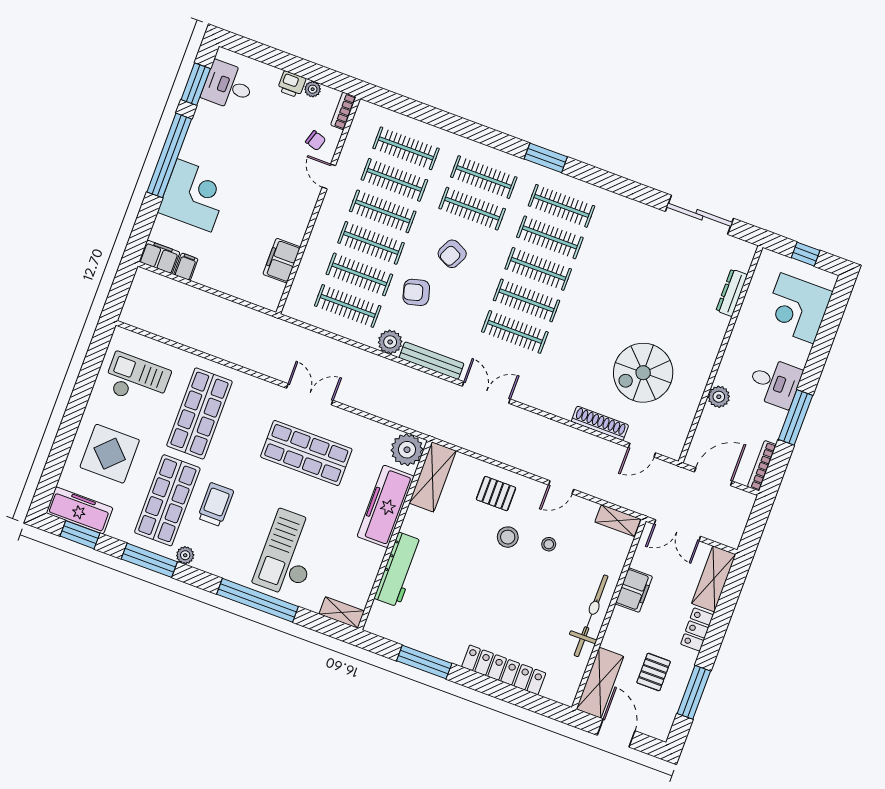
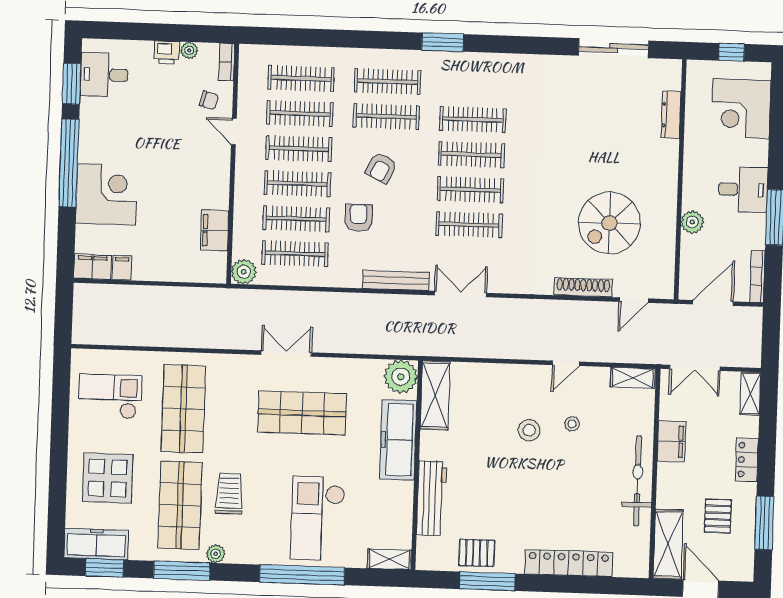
clothes rail: (562, 206) -> (474, 84), removed
armchair: (416, 292) -> (358, 218), turned 105
plant: (390, 342) -> (244, 272), moved
pallet: (496, 494) -> (477, 553), moved
shelving: (714, 579) -> (750, 393), width x0.67, depth x0.75

